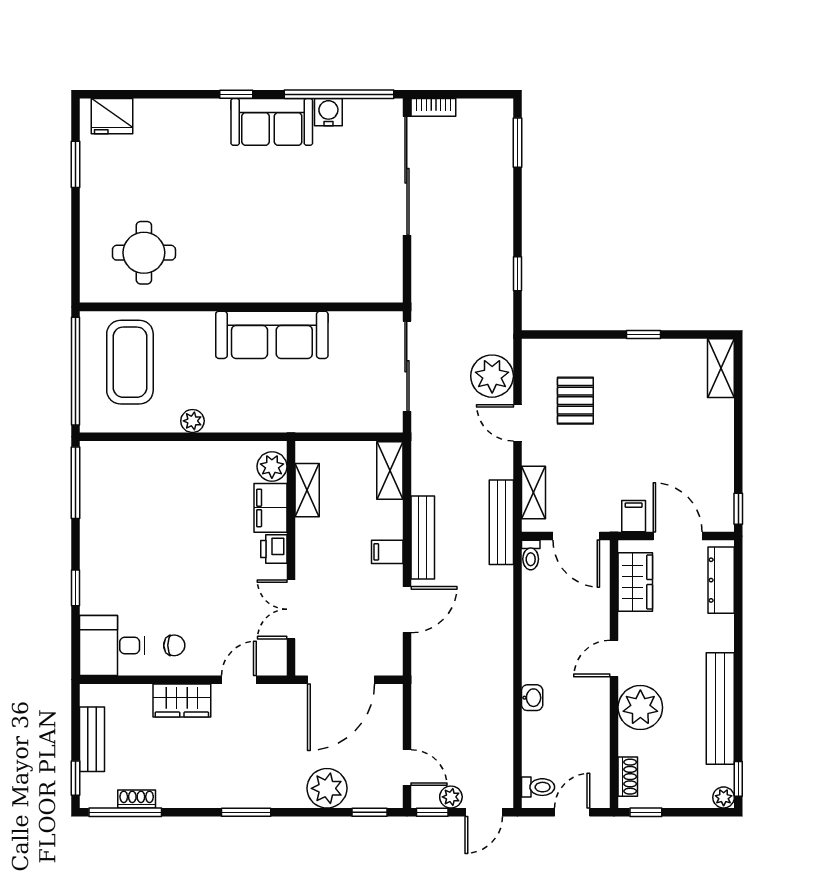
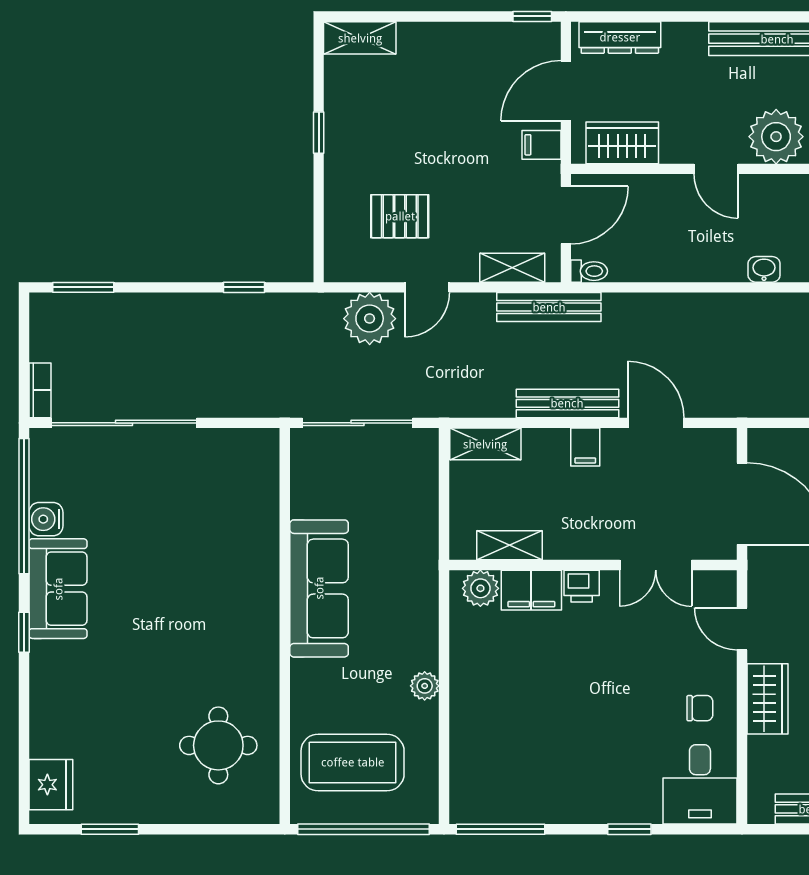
chair: (174, 645) -> (700, 708), turned 90

